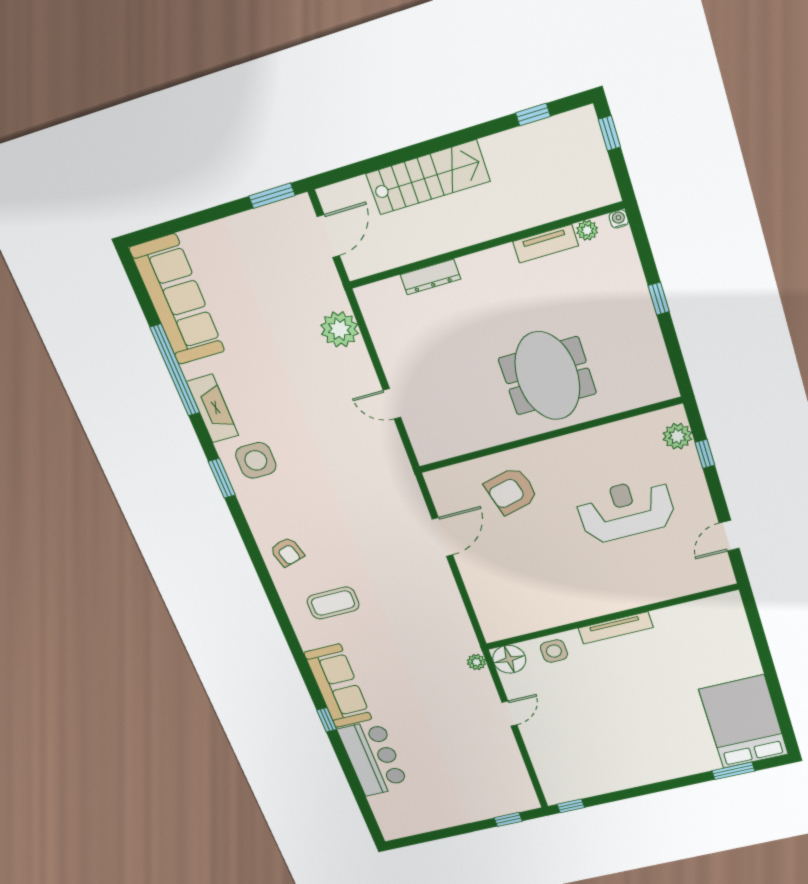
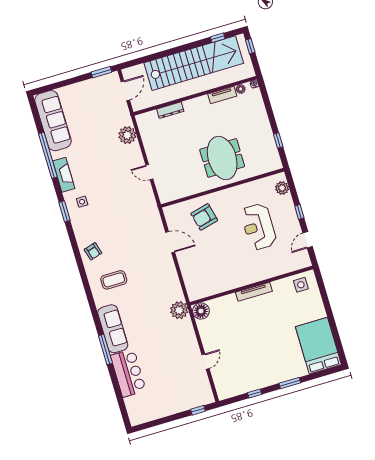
stairs: (428, 177) -> (194, 63), width x1.86, depth x1.51
window: (659, 299) -> (278, 140), moved
window: (705, 454) -> (299, 212), moved
side table: (256, 460) -> (82, 202), width x0.54, depth x0.54
reception desk: (626, 510) -> (259, 227), turned -90
door: (442, 537) -> (170, 242), hinge flipped
side table: (554, 651) -> (301, 285), moved
plant: (476, 662) -> (179, 310), width x1.88, depth x1.88
door: (509, 714) -> (206, 362), moved
window: (327, 720) -> (105, 350), width x2.17
window: (733, 771) -> (290, 383), moved
window: (571, 806) -> (255, 393), moved

